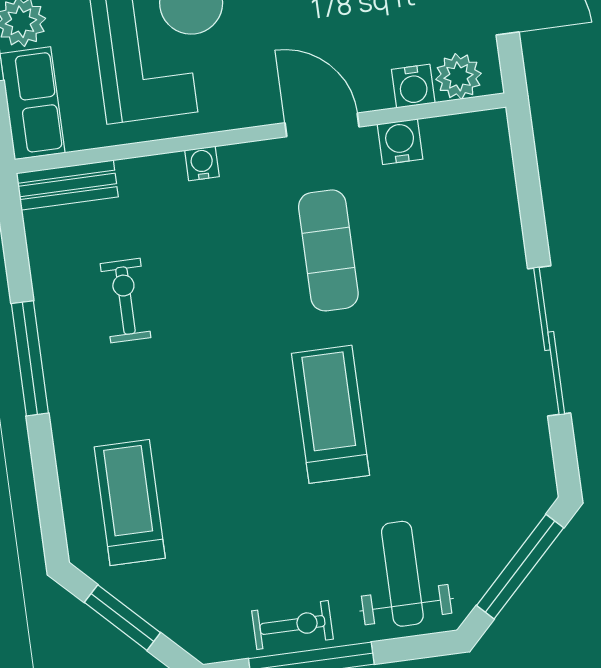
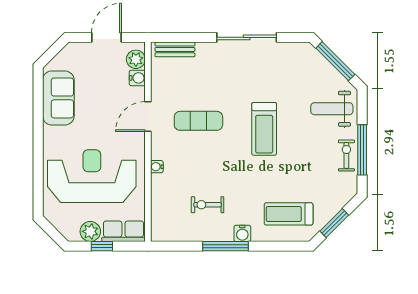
water cooler: (400, 142) -> (242, 233), moved, turned -90
bench: (67, 185) -> (175, 49), moved, turned 90
treadmill: (330, 414) -> (264, 129), turned -90

